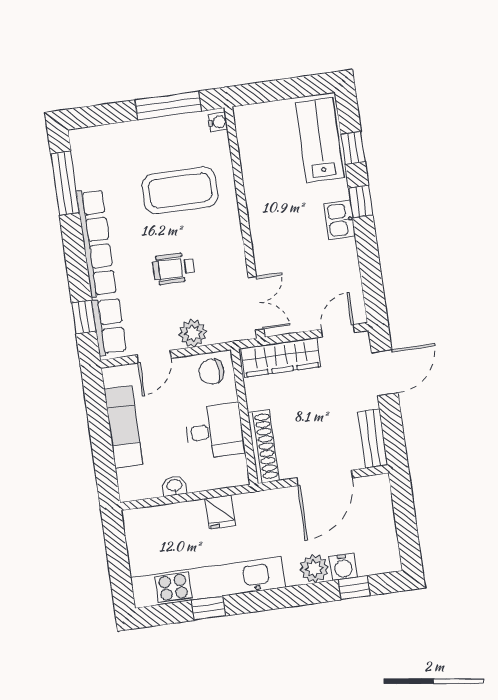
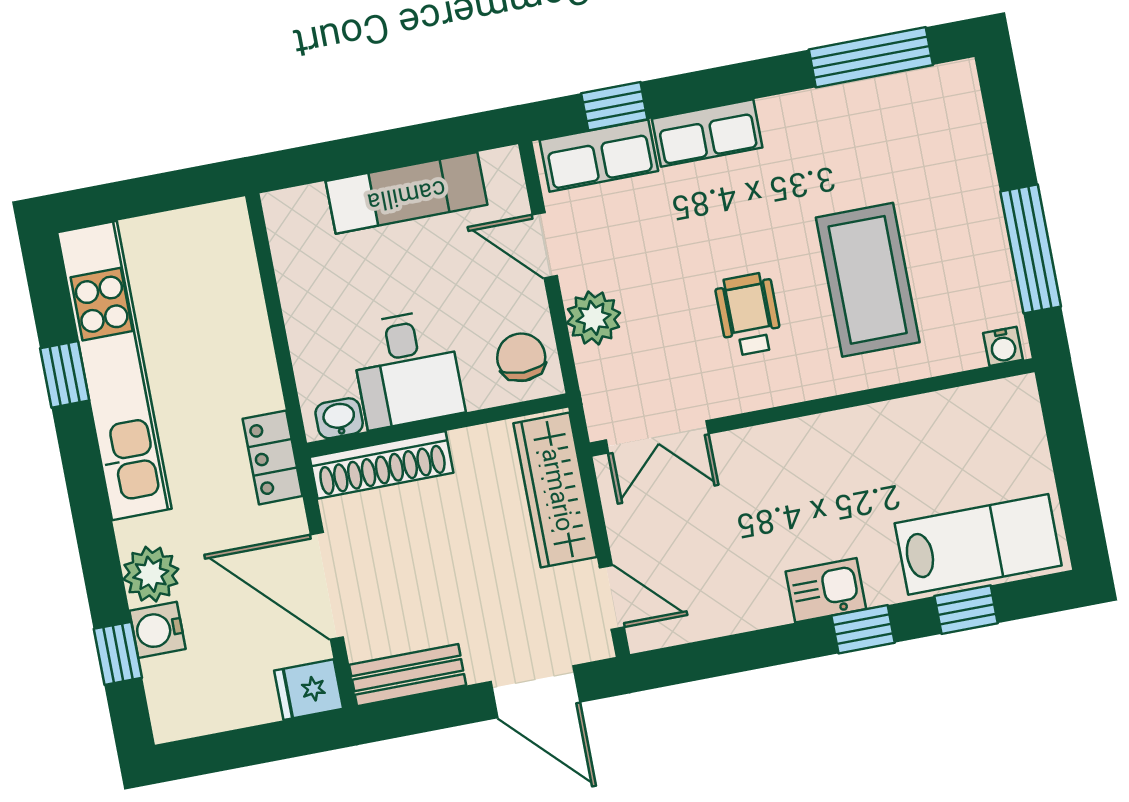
row of seats: (96, 243) -> (707, 133), width x0.50
wheelchair: (173, 268) -> (749, 314), moved
washbasin: (174, 486) -> (339, 418), moved, turned -90
locker: (257, 503) -> (273, 457), added
fridge: (220, 512) -> (309, 690), moved

